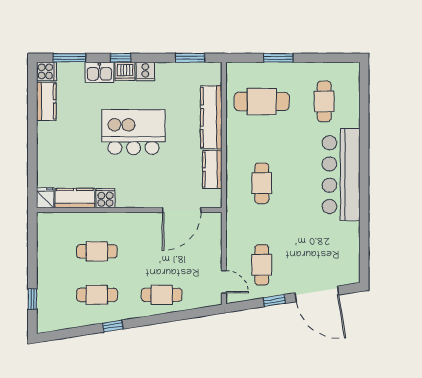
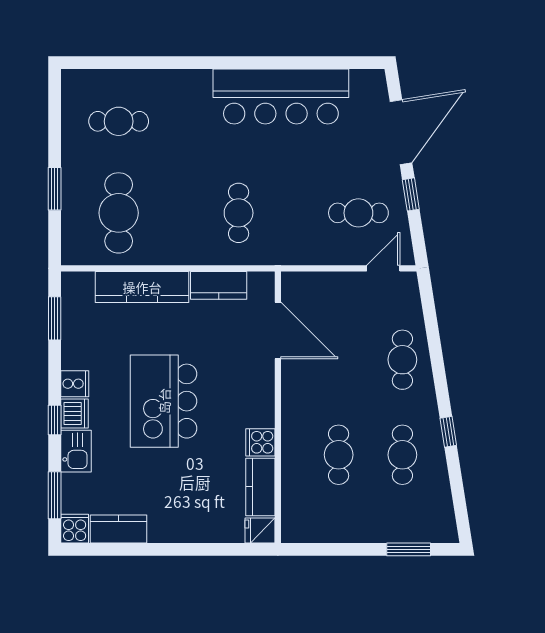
bar counter: (341, 175) -> (281, 96), moved
cafe table: (262, 183) -> (239, 213), turned 90
window: (32, 299) -> (409, 549), width x1.50

